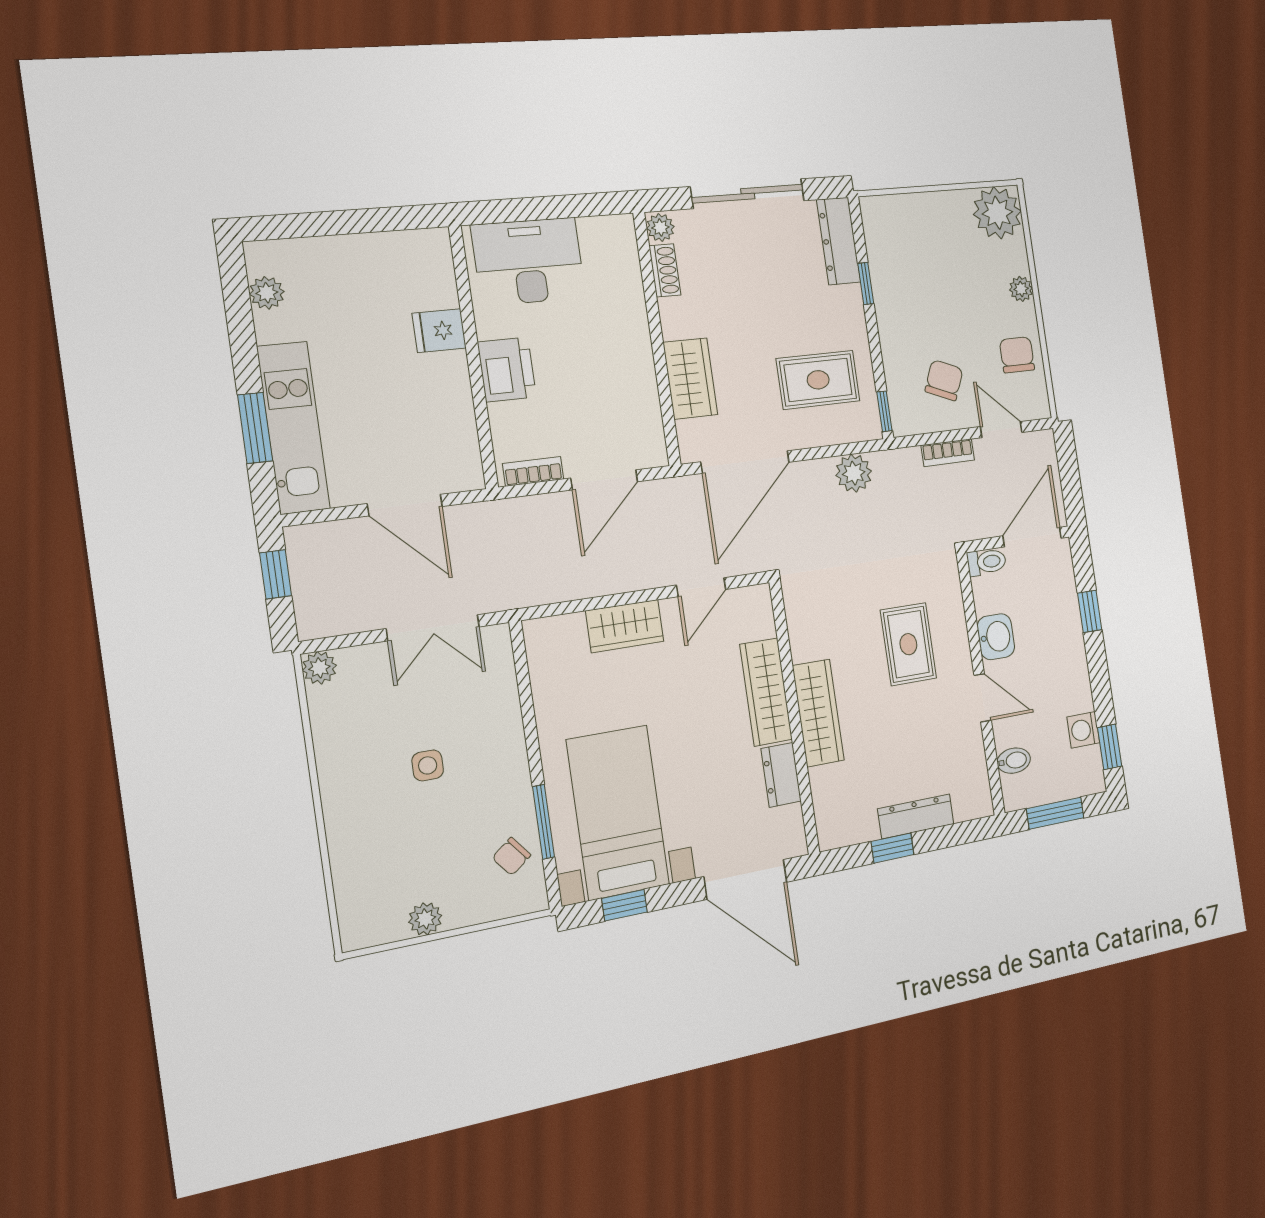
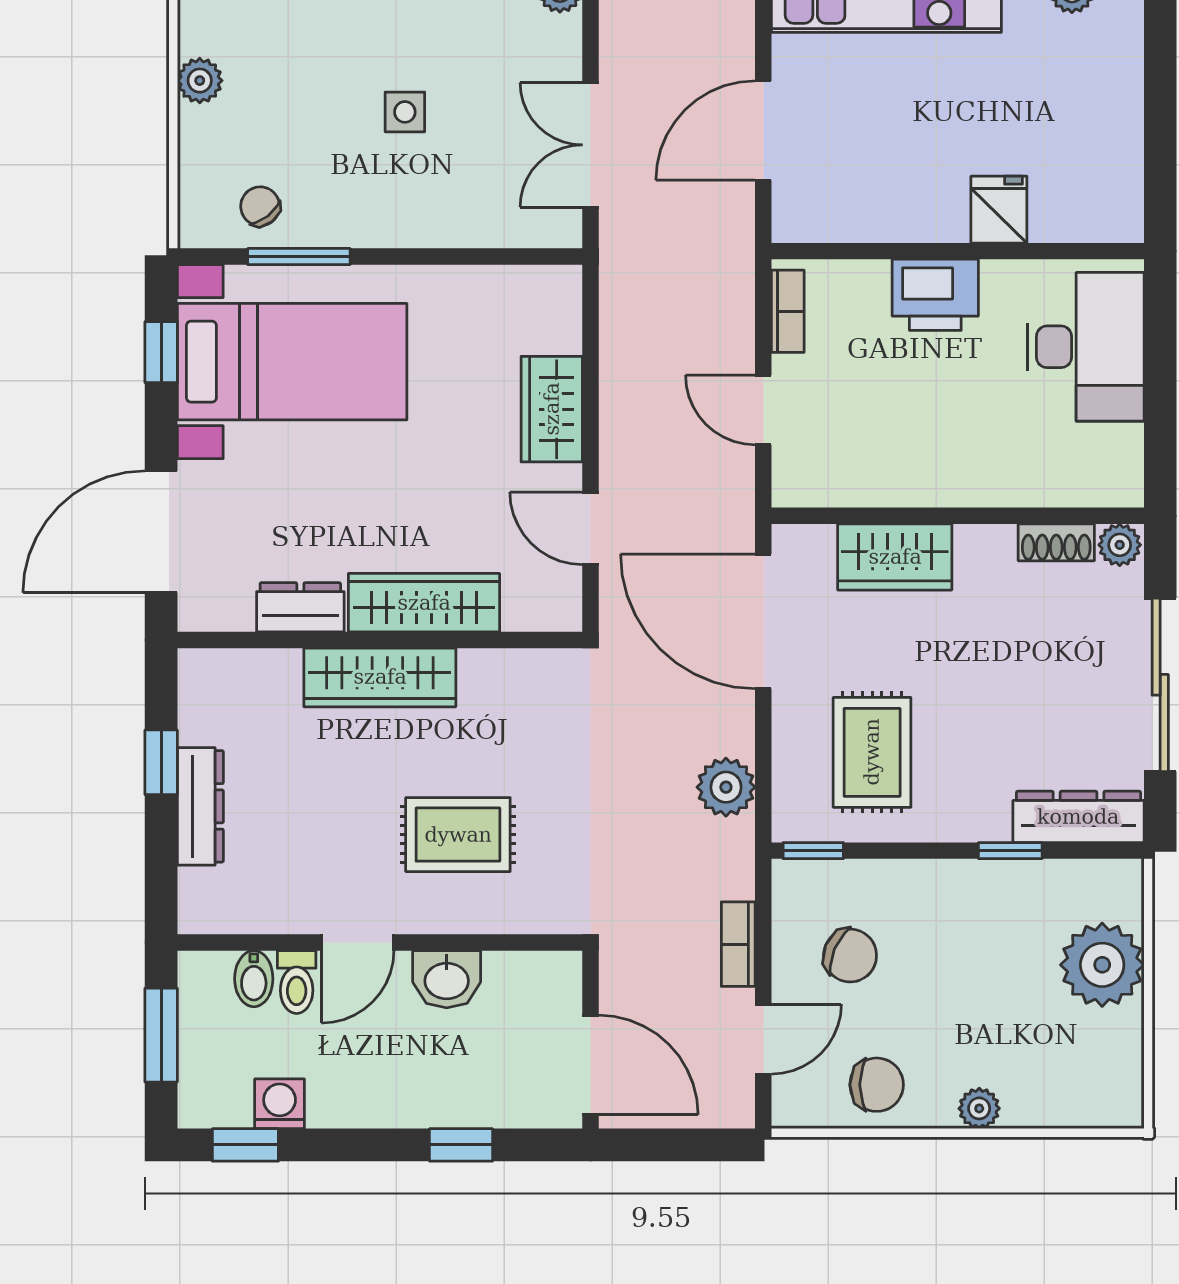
plant: (997, 213) -> (1102, 965), moved
door: (604, 480) -> (763, 410), width x0.73
toilet: (987, 562) -> (297, 982), moved

